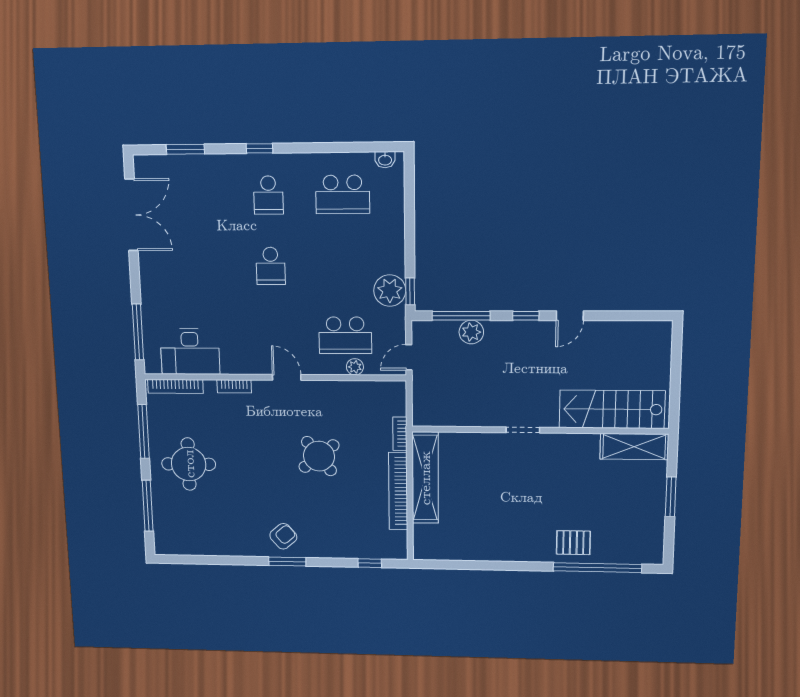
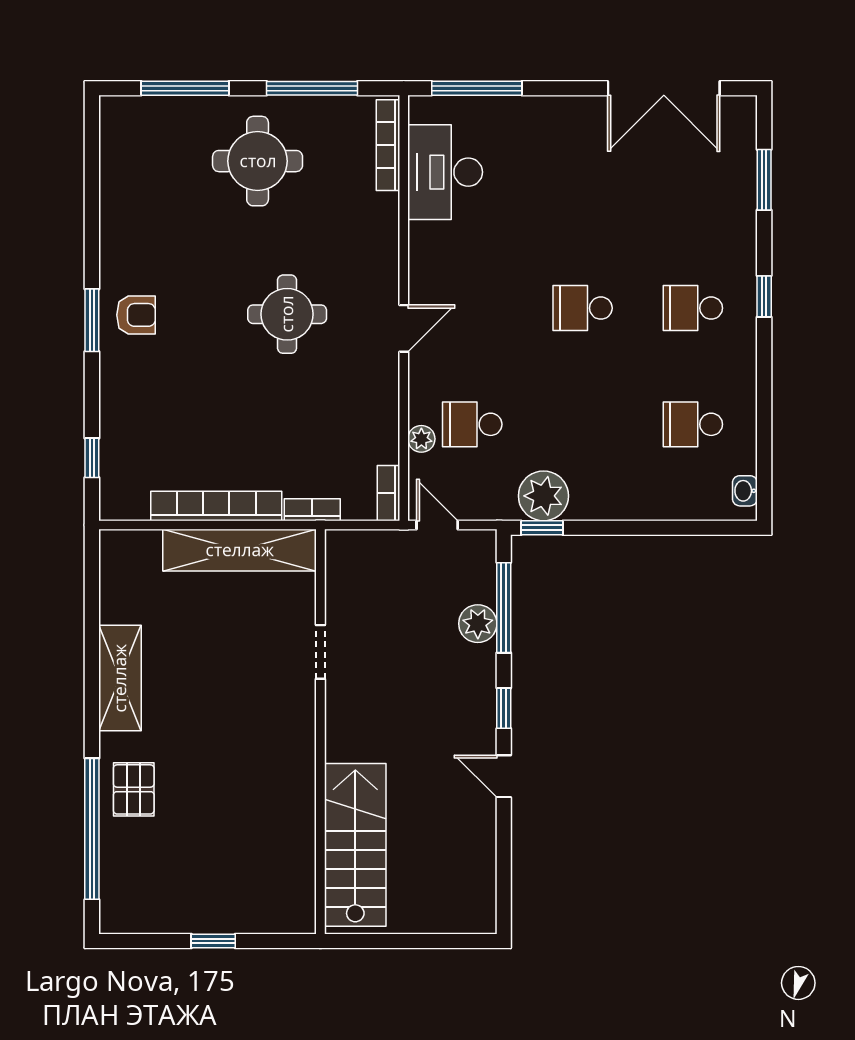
school desk: (343, 194) -> (693, 424), width x0.54
school desk: (345, 335) -> (472, 424), width x0.54
bookcase: (234, 386) -> (388, 493), moved
doorway: (523, 430) -> (320, 652), moved
shelving: (634, 447) -> (120, 678), moved
round table: (319, 456) -> (287, 314), moved, turned 38
window: (671, 497) -> (213, 941), width x0.67
armchair: (283, 536) -> (136, 315), turned -49

